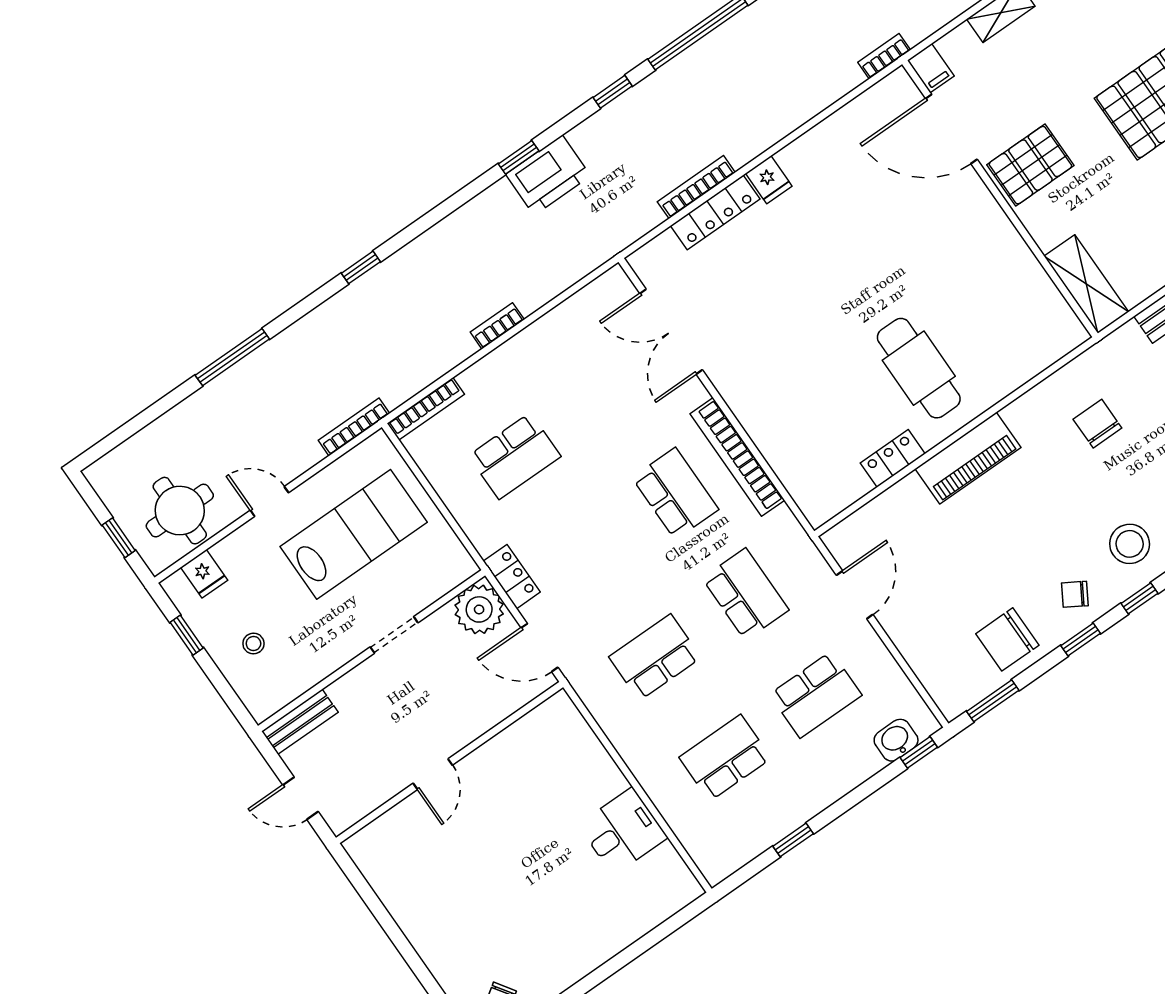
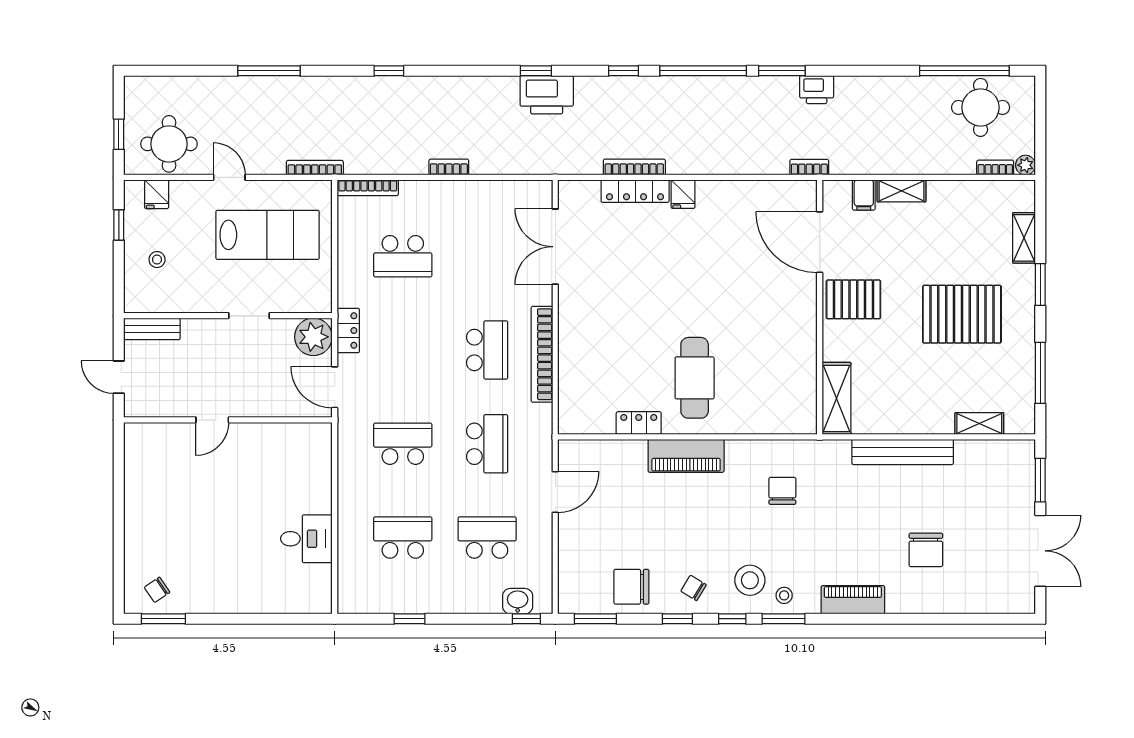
filing cabinet: (931, 68) -> (864, 195), moved
school desk: (816, 695) -> (487, 538), turned 180

